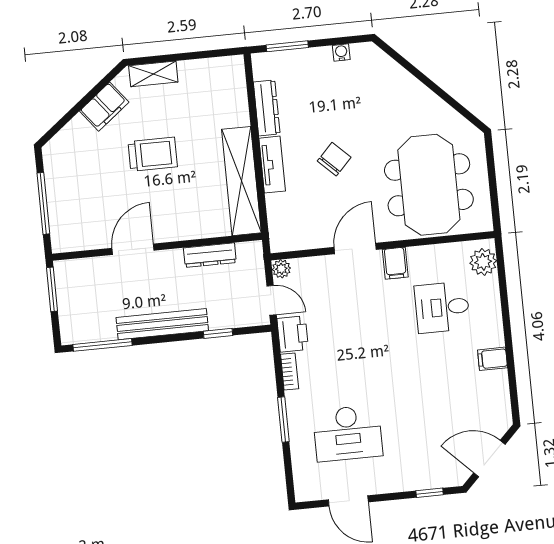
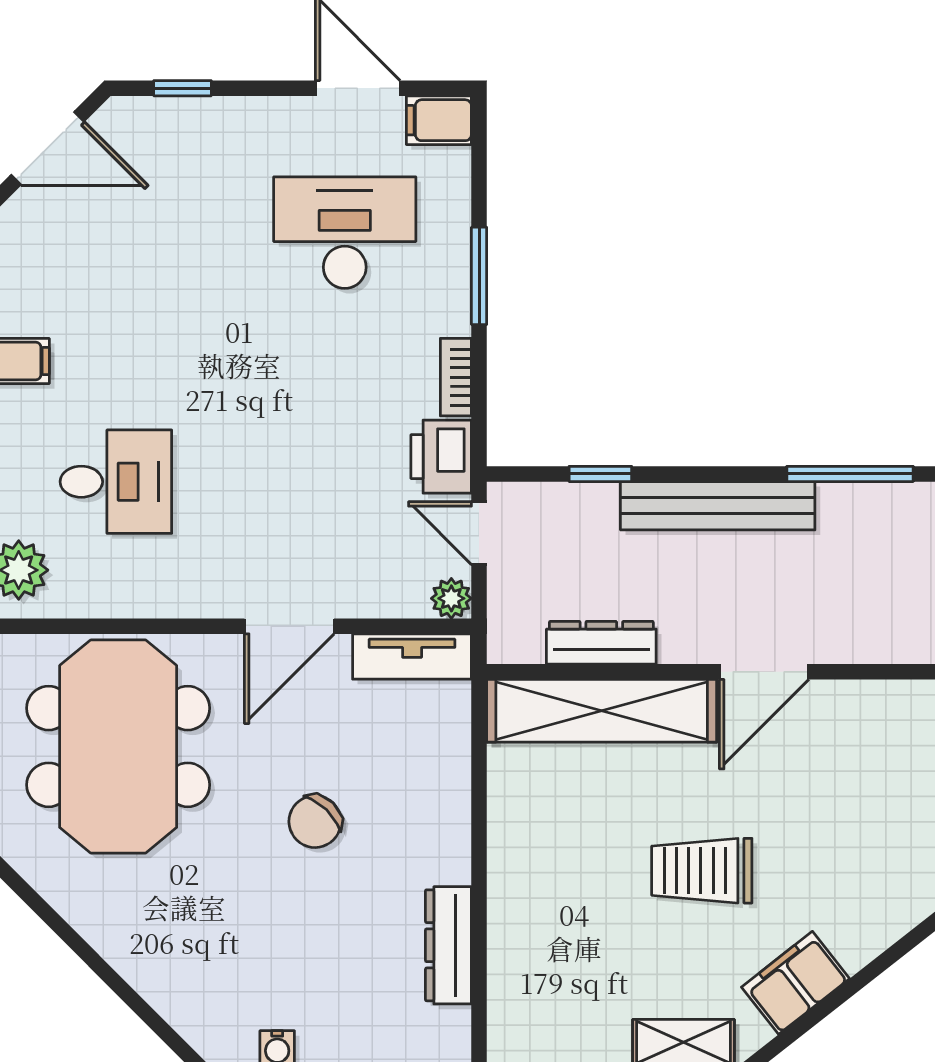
tv unit: (272, 165) -> (412, 656), moved, turned -90
shelving: (241, 181) -> (602, 711), moved, turned 90
filing cabinet: (395, 263) -> (439, 120), moved, turned -90

